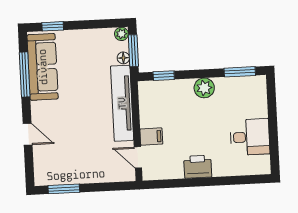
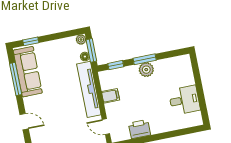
window: (240, 72) -> (145, 59), moved
filing cabinet: (151, 136) -> (111, 96), moved
printer: (198, 167) -> (140, 129), moved

